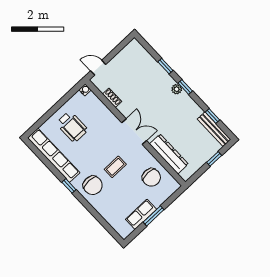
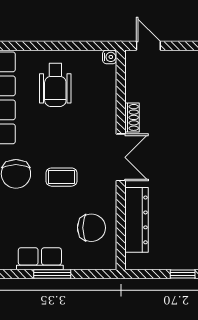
shoe rack: (112, 98) -> (132, 117), moved
chair: (151, 177) -> (91, 228), turned -90

